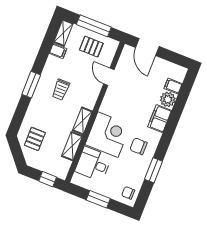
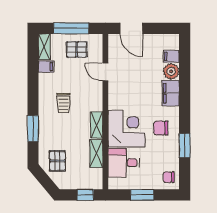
window: (31, 85) -> (33, 129), moved

